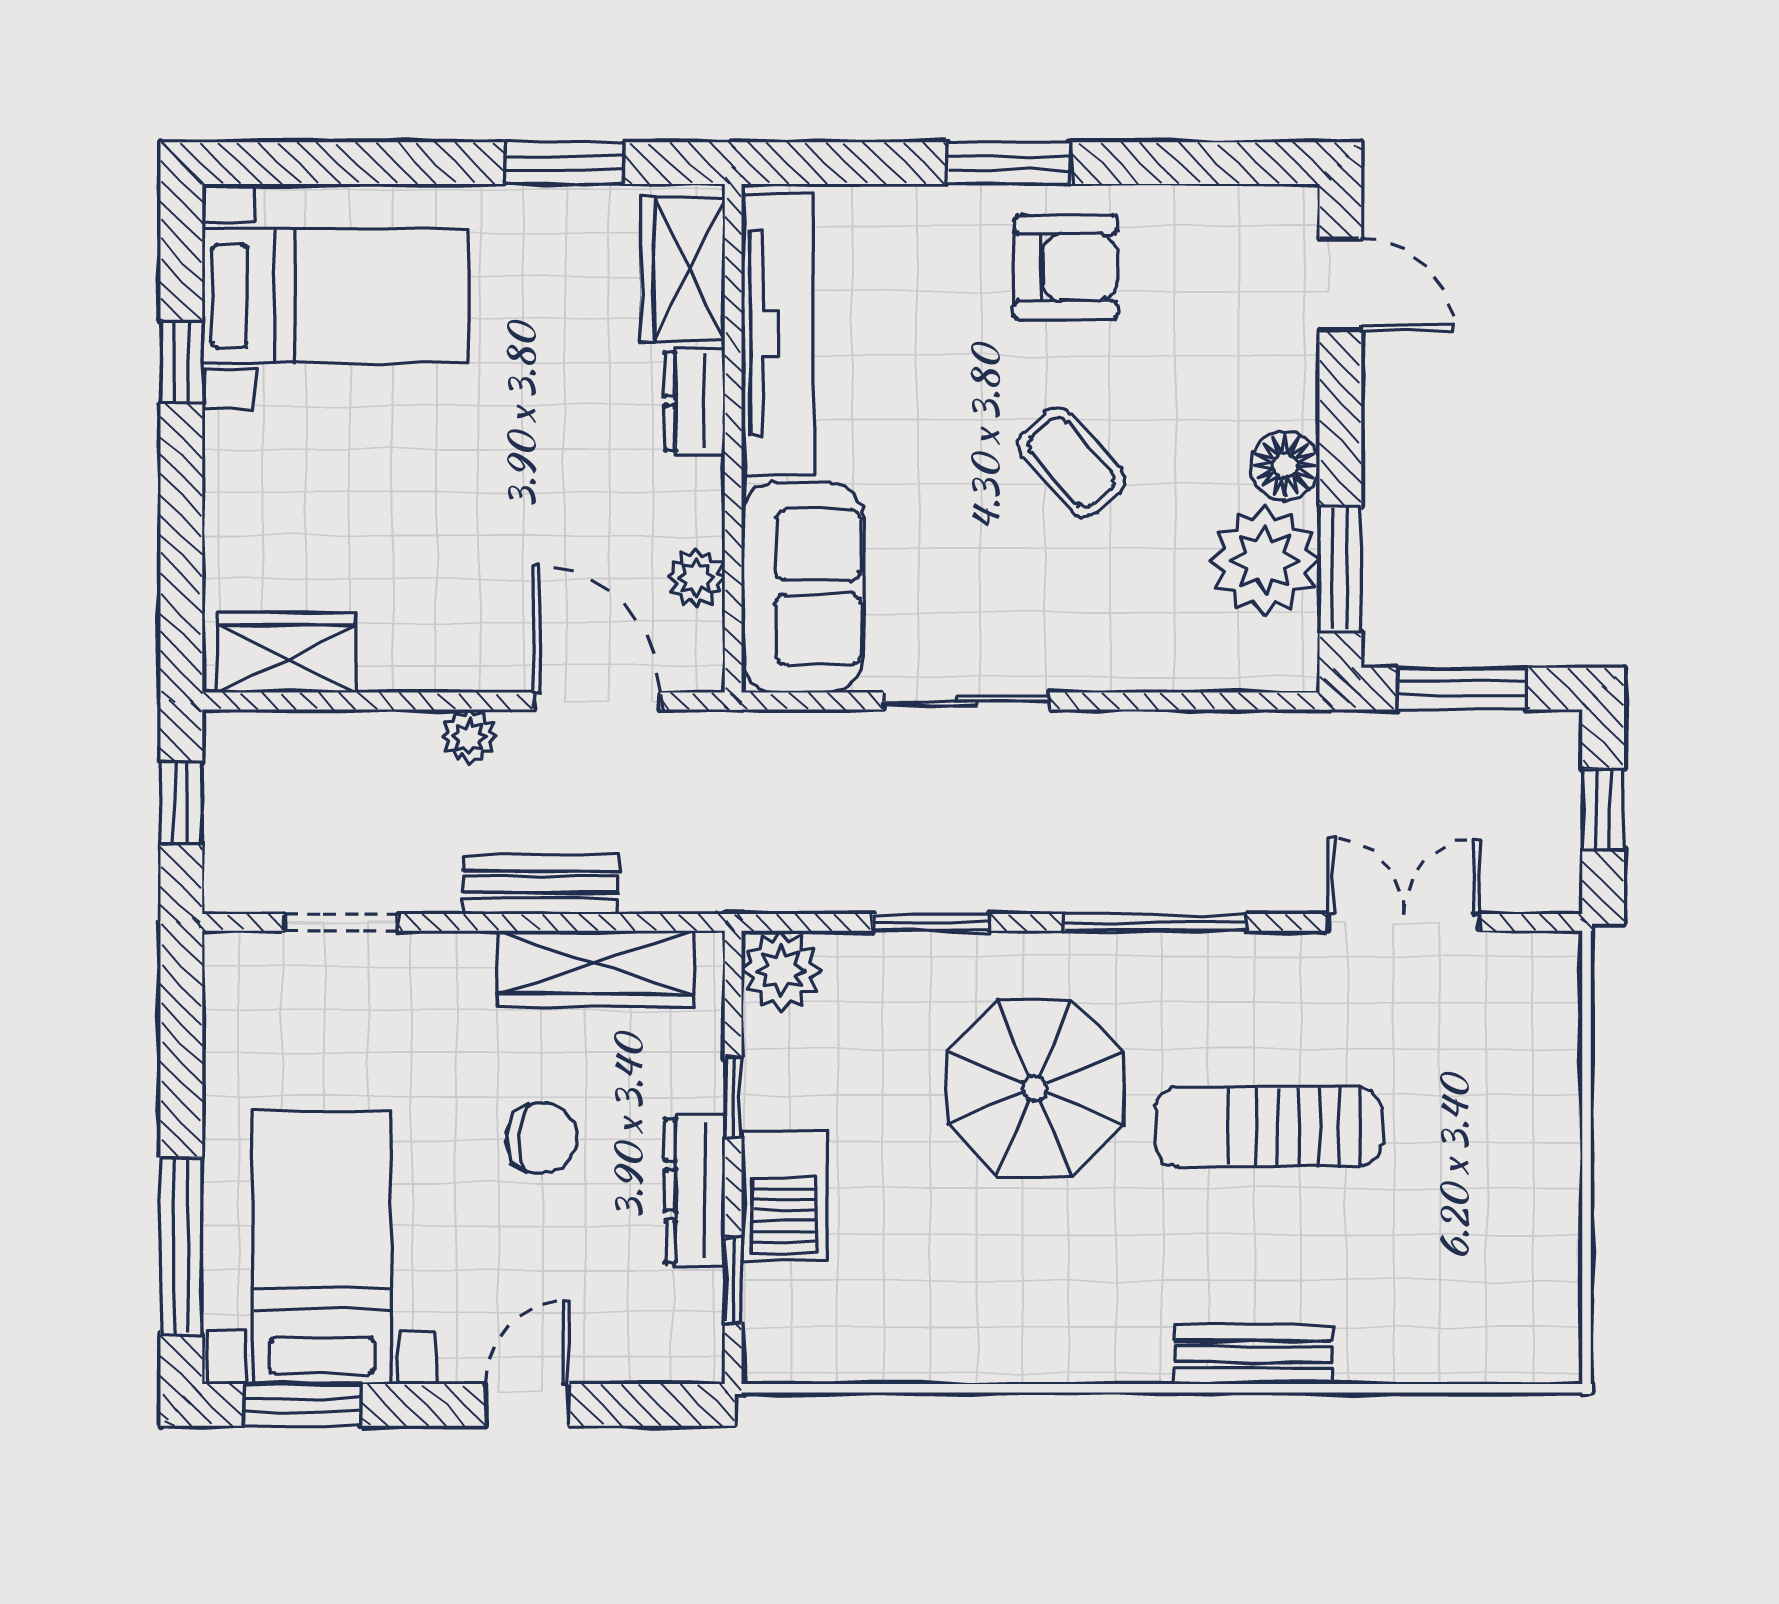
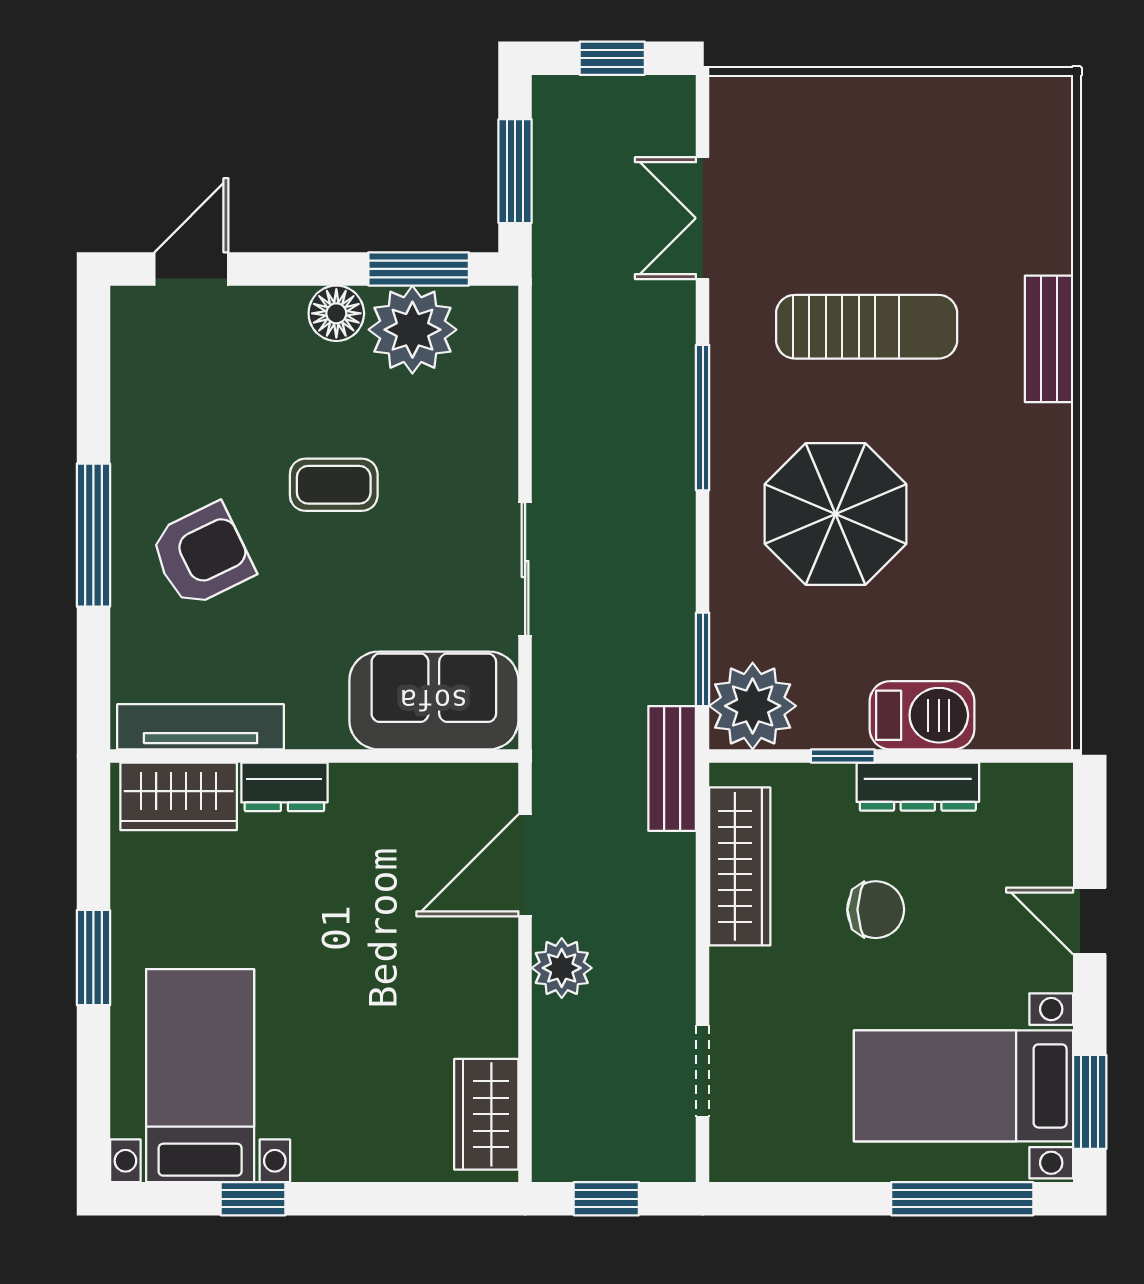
window: (565, 163) -> (93, 958), moved
window: (1009, 163) -> (93, 535), width x1.44
armchair: (1065, 267) -> (202, 555), moved, turned 64
tv unit: (778, 334) -> (201, 727), width x0.73, depth x0.78
coffee table: (1071, 463) -> (334, 485), turned 42
plant: (696, 578) -> (426, 786), removed
plant: (469, 737) -> (562, 968), width x1.38, depth x1.38
bench: (541, 884) -> (672, 768), moved
window: (931, 922) -> (703, 659), moved
plant: (781, 970) -> (753, 706), width x1.36, depth x1.36
sun lounger: (1268, 1127) -> (867, 327), turned -90
chair: (542, 1138) -> (876, 910), turned 88
window: (733, 1280) -> (990, 756), removed

